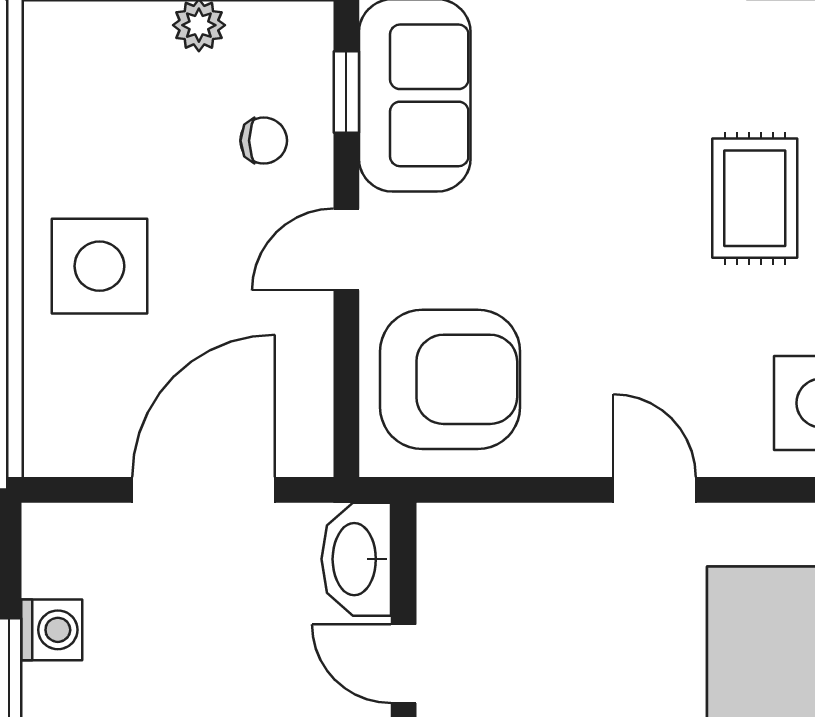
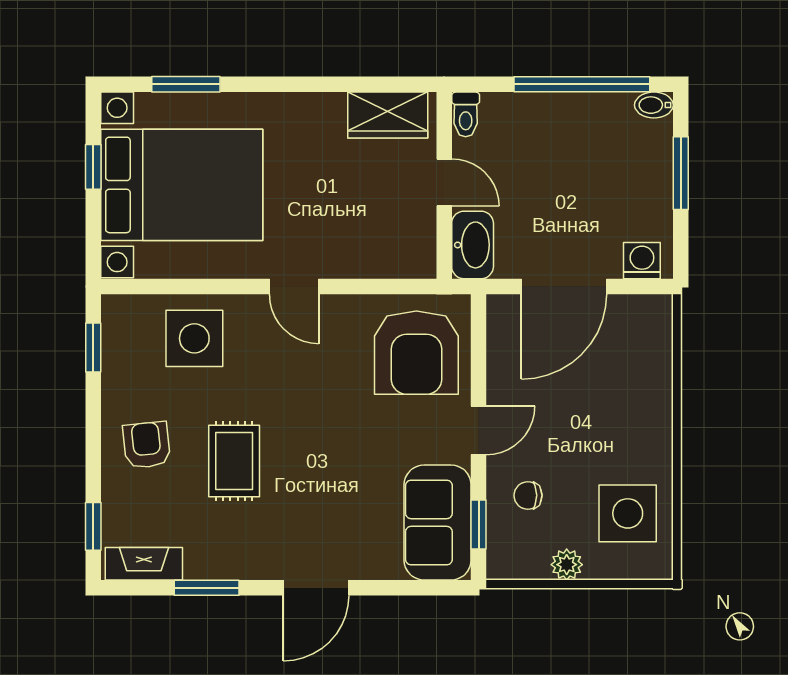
side table: (99, 266) -> (628, 513), moved
armchair: (450, 379) -> (416, 353), turned -90
washing machine: (52, 630) -> (642, 261), moved, turned 90

